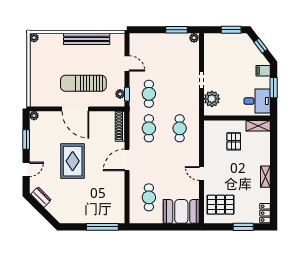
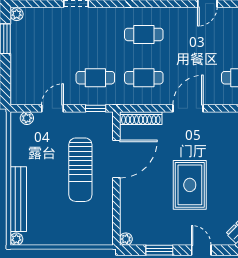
bench: (87, 39) -> (18, 199), moved
plant: (120, 94) -> (27, 118), moved
door: (75, 109) -> (116, 159), moved
door: (127, 160) -> (188, 108), swing flipped
rug: (73, 161) -> (190, 185), turned 90

